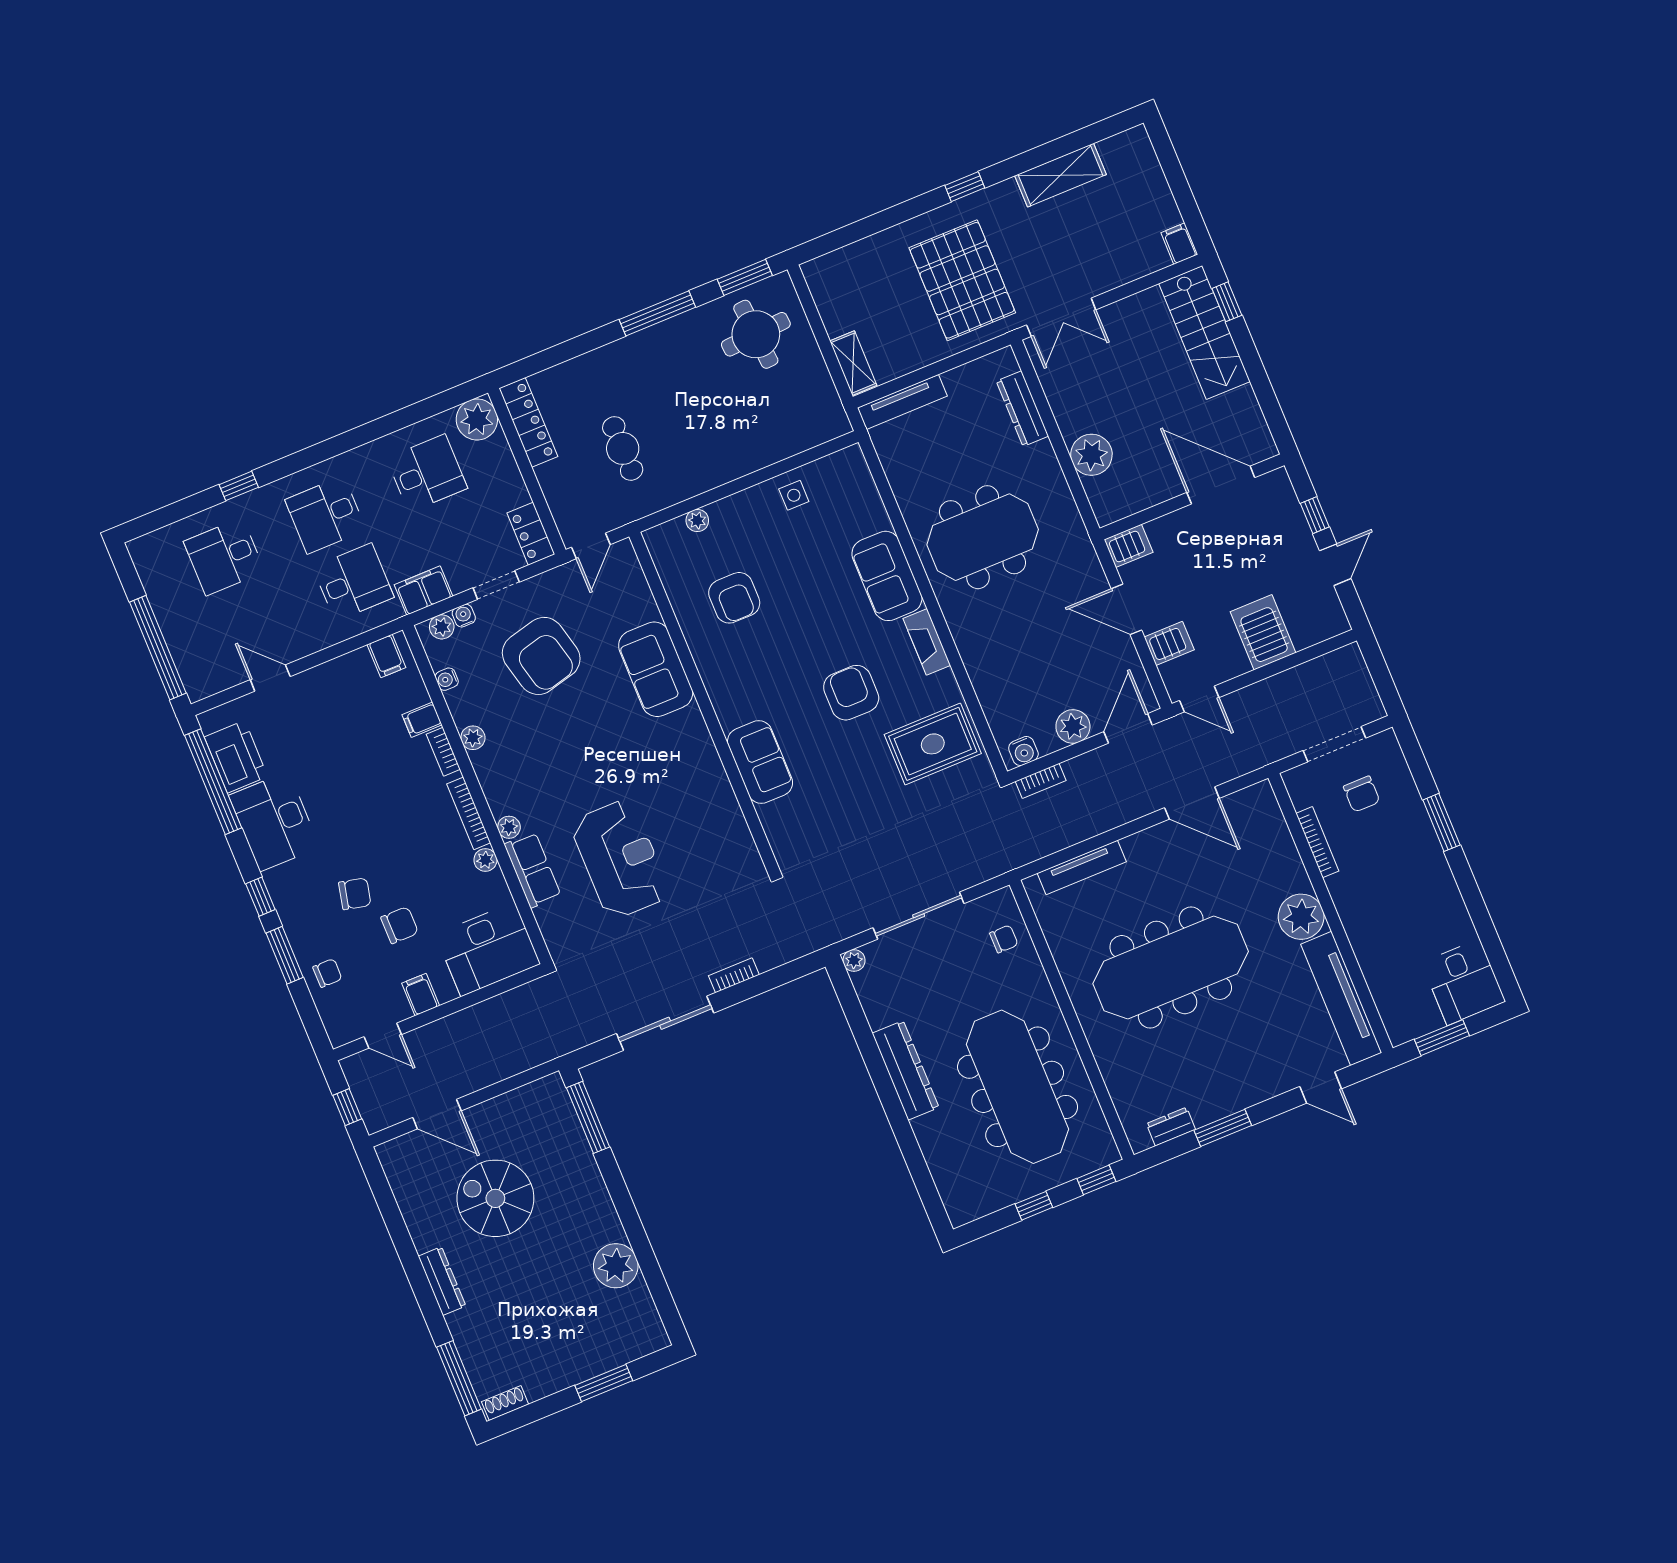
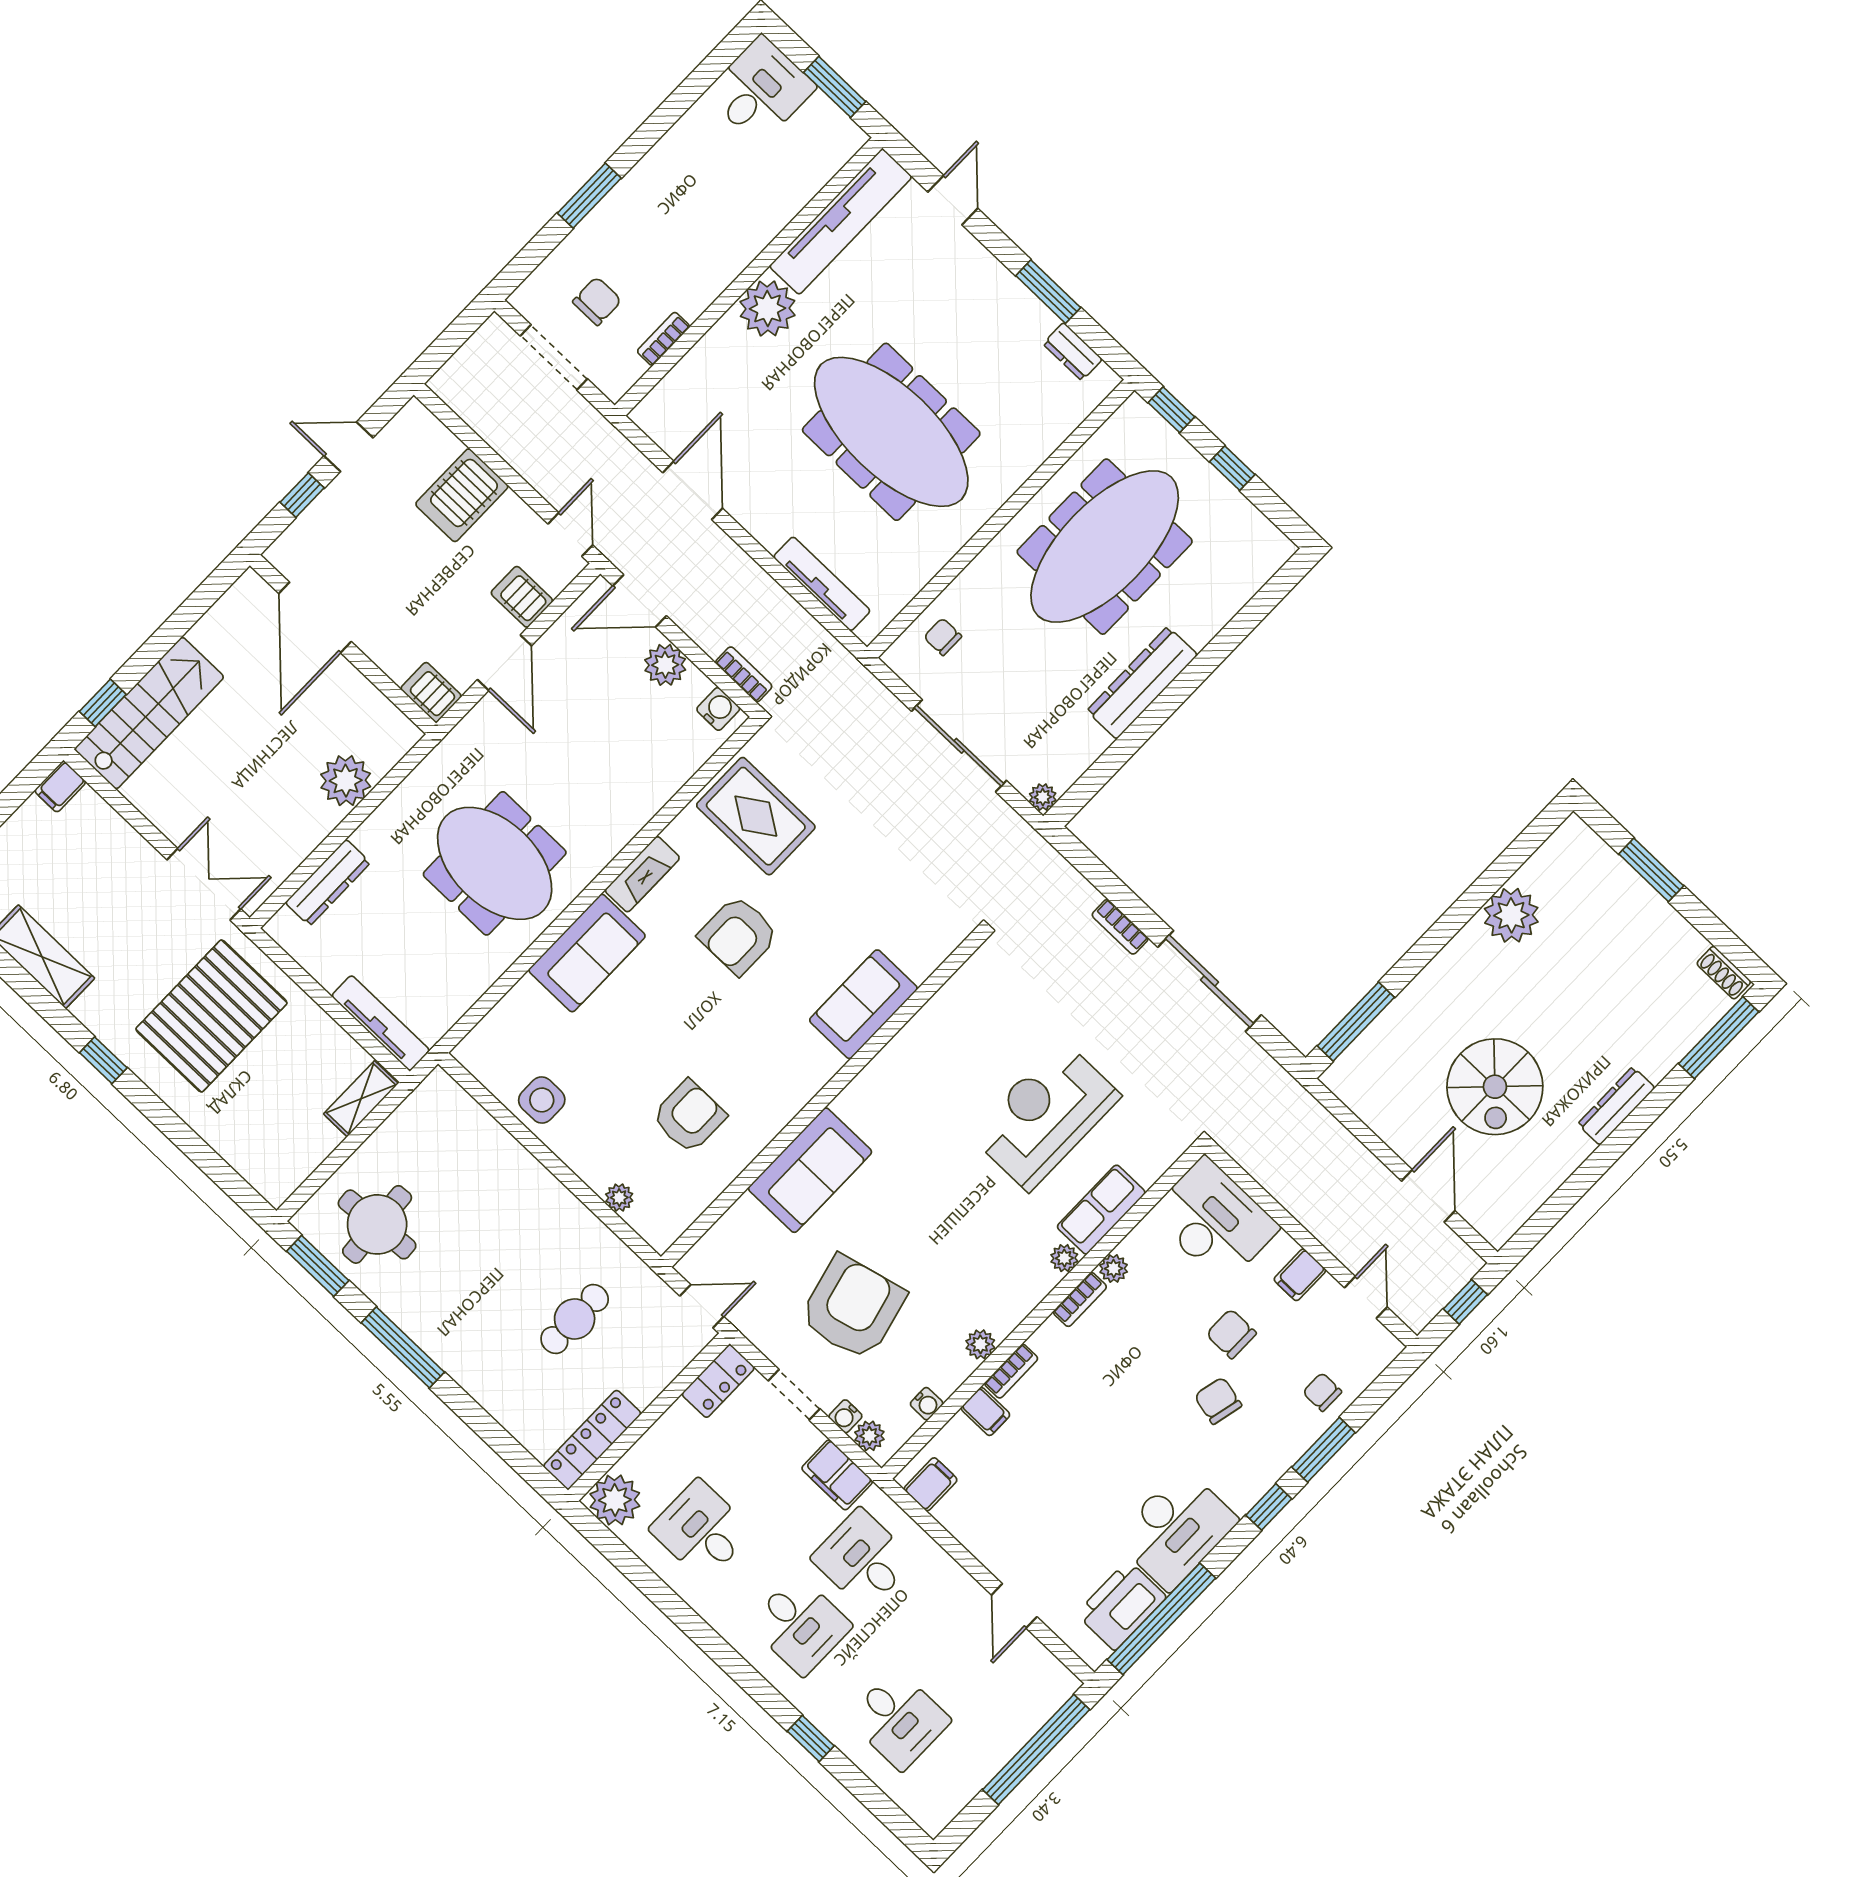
side table: (794, 495) -> (542, 1100), width x1.37, depth x1.37
bookcase: (469, 813) -> (1080, 1300), width x0.64
bookcase: (1317, 842) -> (663, 339), width x0.64

